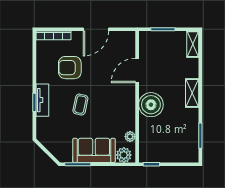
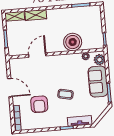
door: (137, 70) -> (37, 55), swing flipped
shelving: (192, 93) -> (36, 15), moved
tv unit: (42, 100) -> (80, 121), moved
boiler: (151, 105) -> (73, 42), moved

